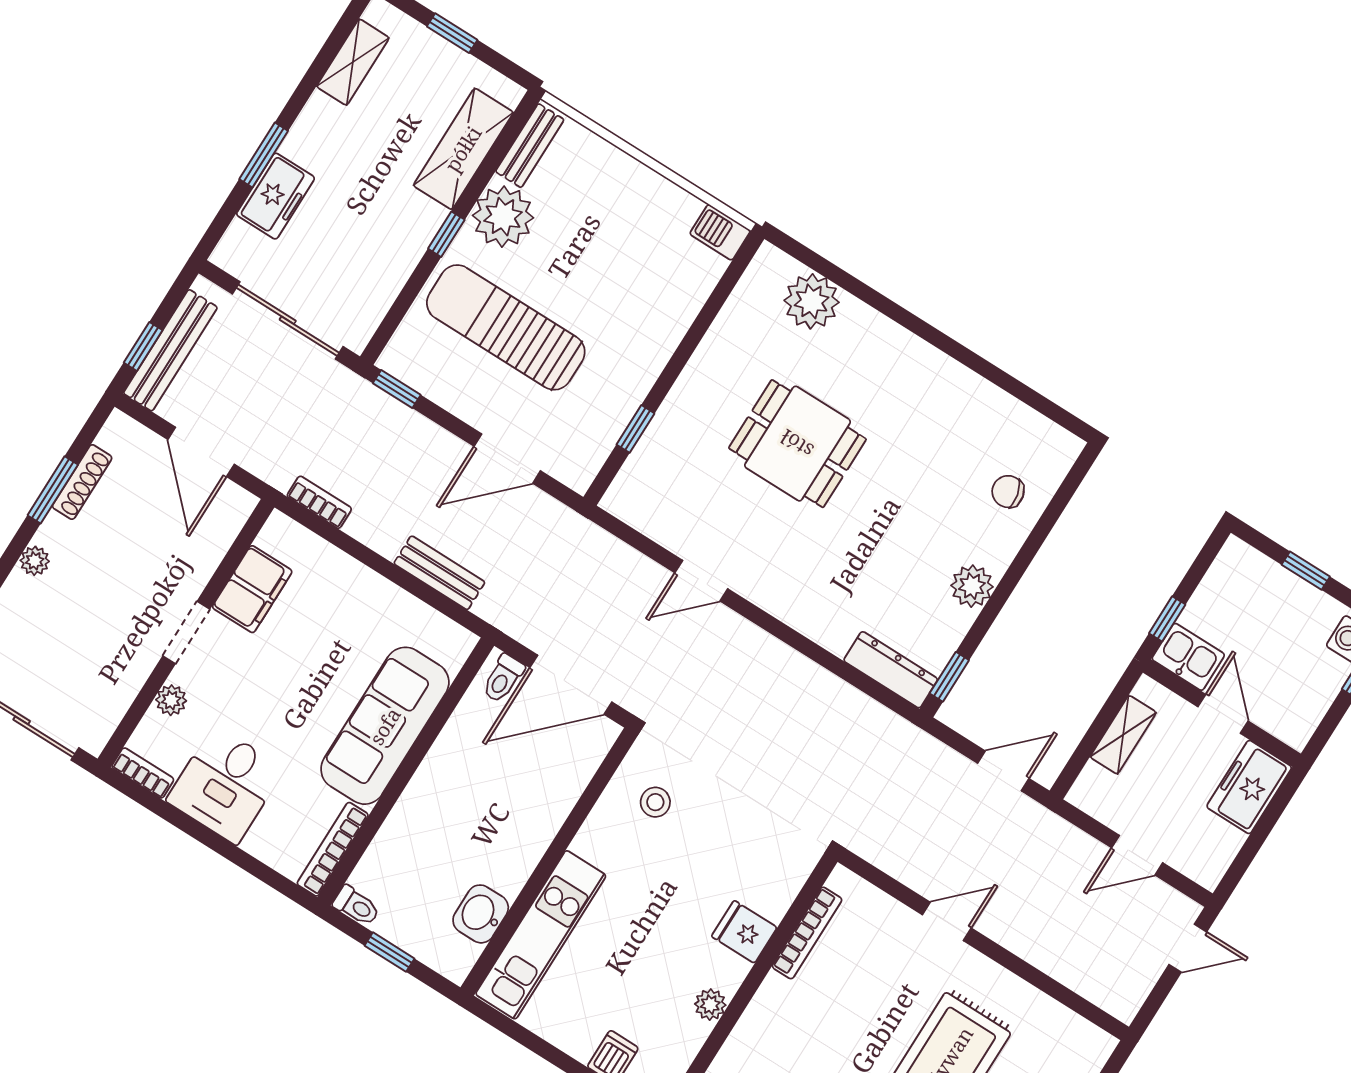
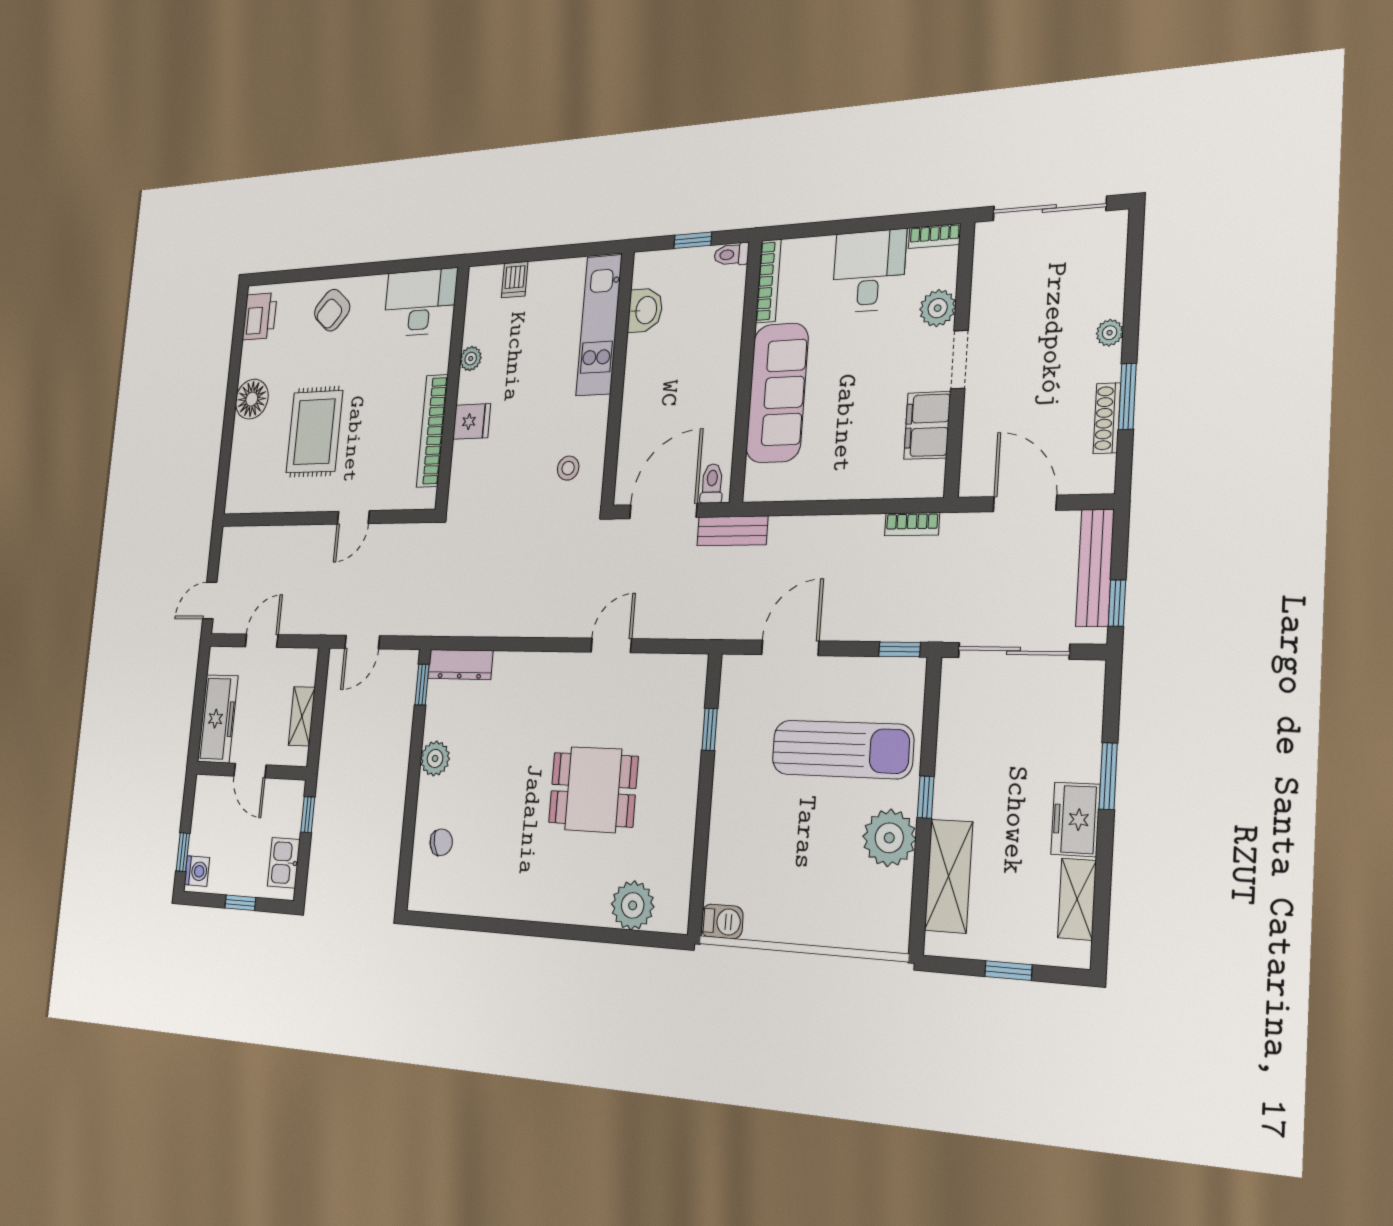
bench: (530, 146) -> (898, 909), removed
freezer: (275, 196) -> (1075, 819), moved
window: (143, 346) -> (1117, 603), moved
bench: (439, 573) -> (732, 531), moved
kitchen sink: (1188, 657) -> (284, 863), moved, turned 90
plant: (171, 700) -> (938, 308), width x1.38, depth x1.38
freezer: (1249, 787) -> (218, 719), width x1.40
bookcase: (807, 933) -> (432, 431), width x1.48, depth x1.31

